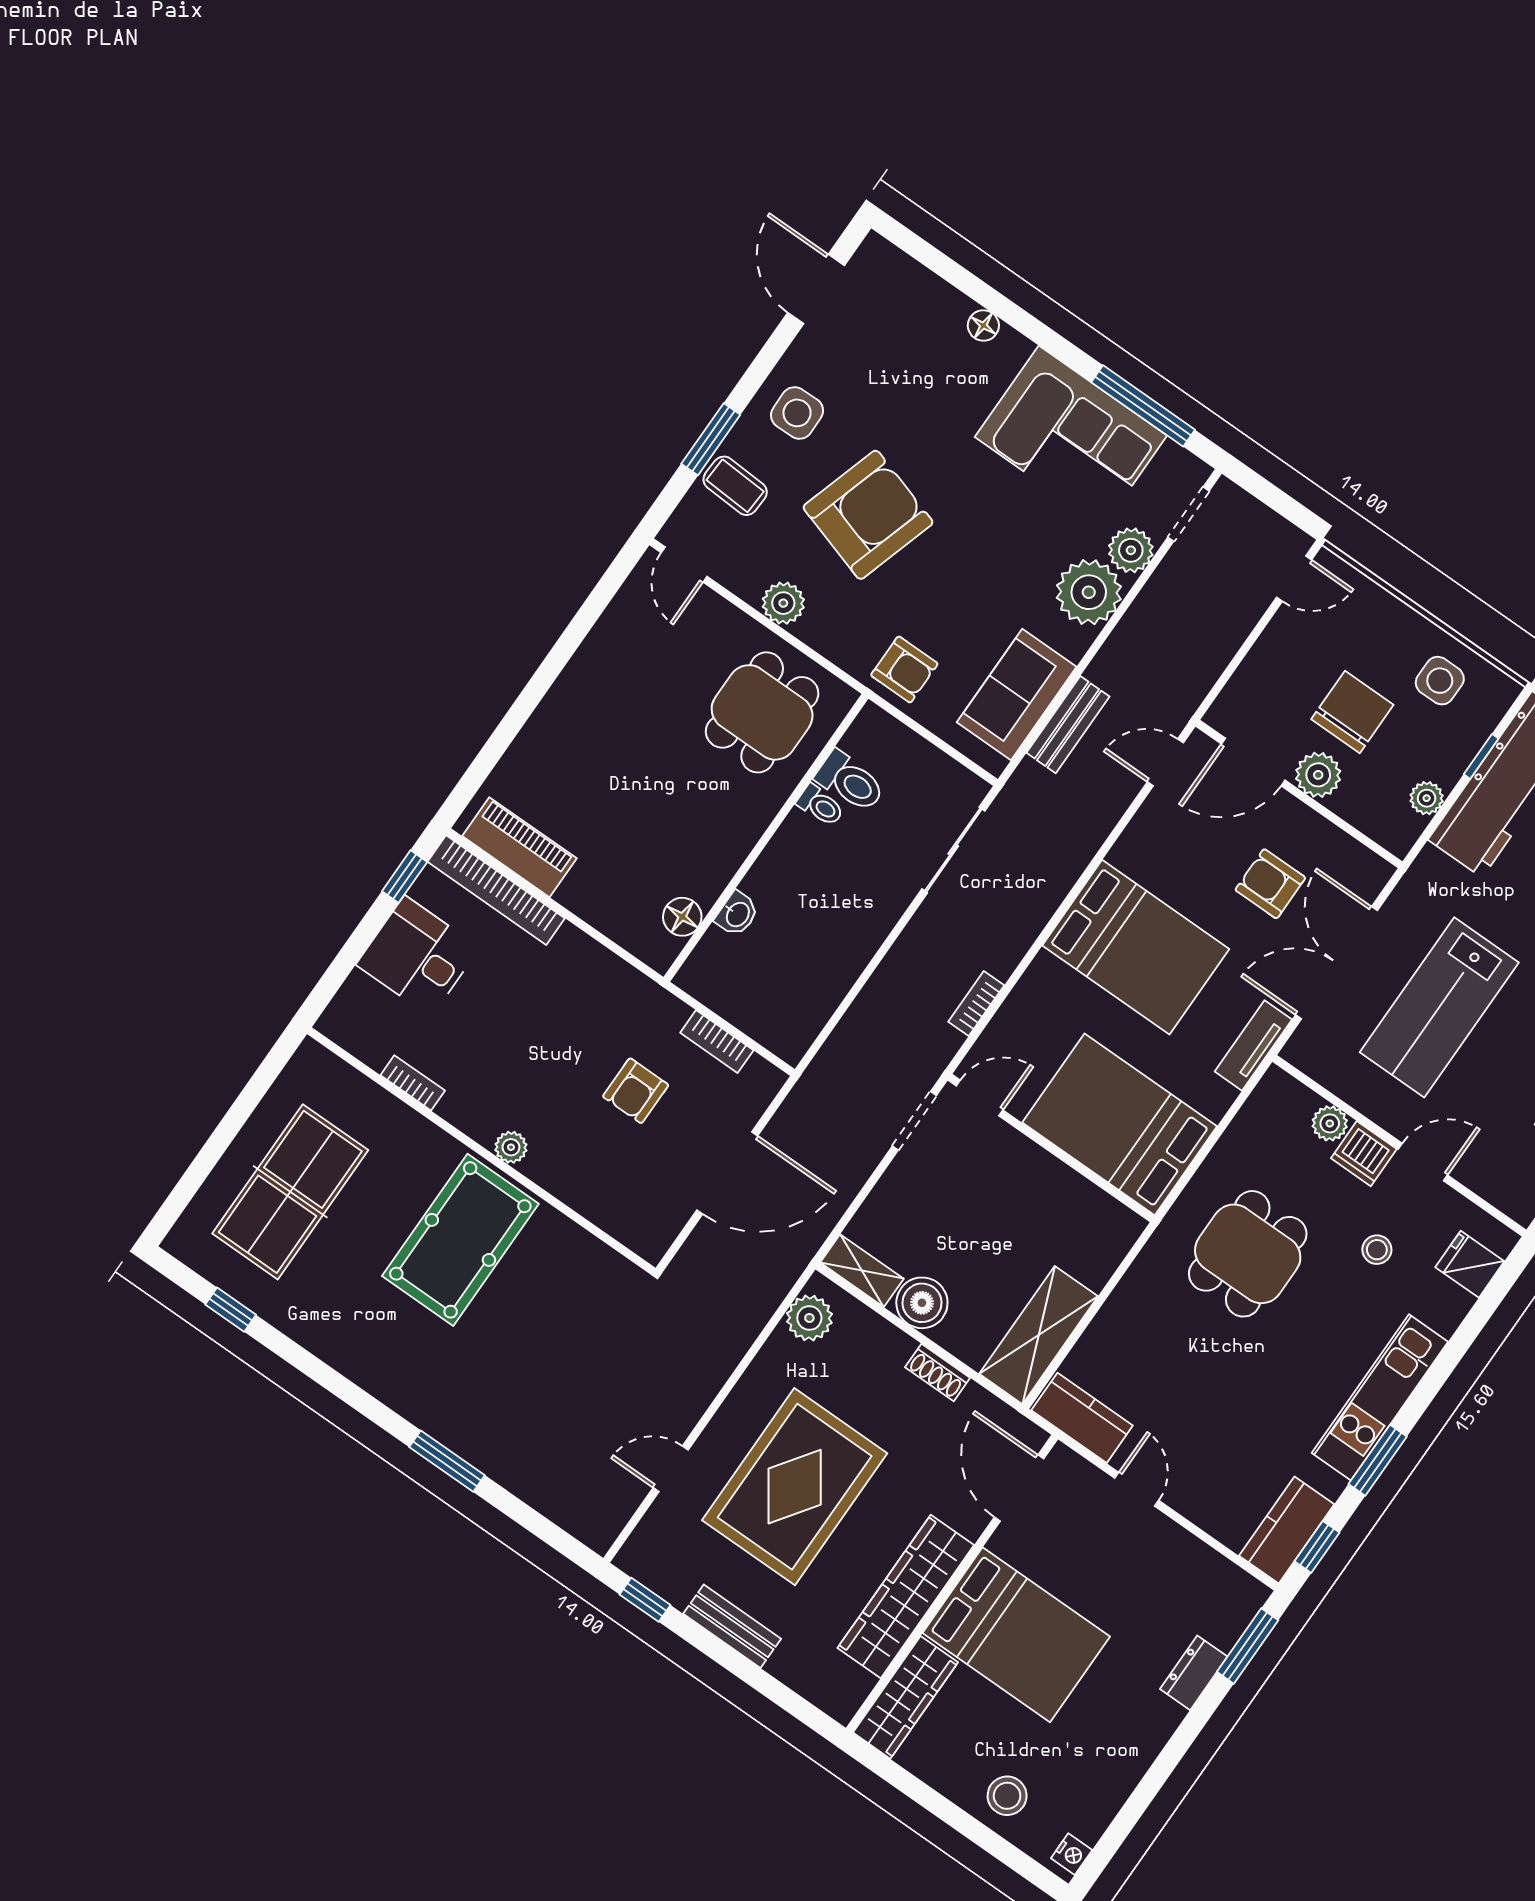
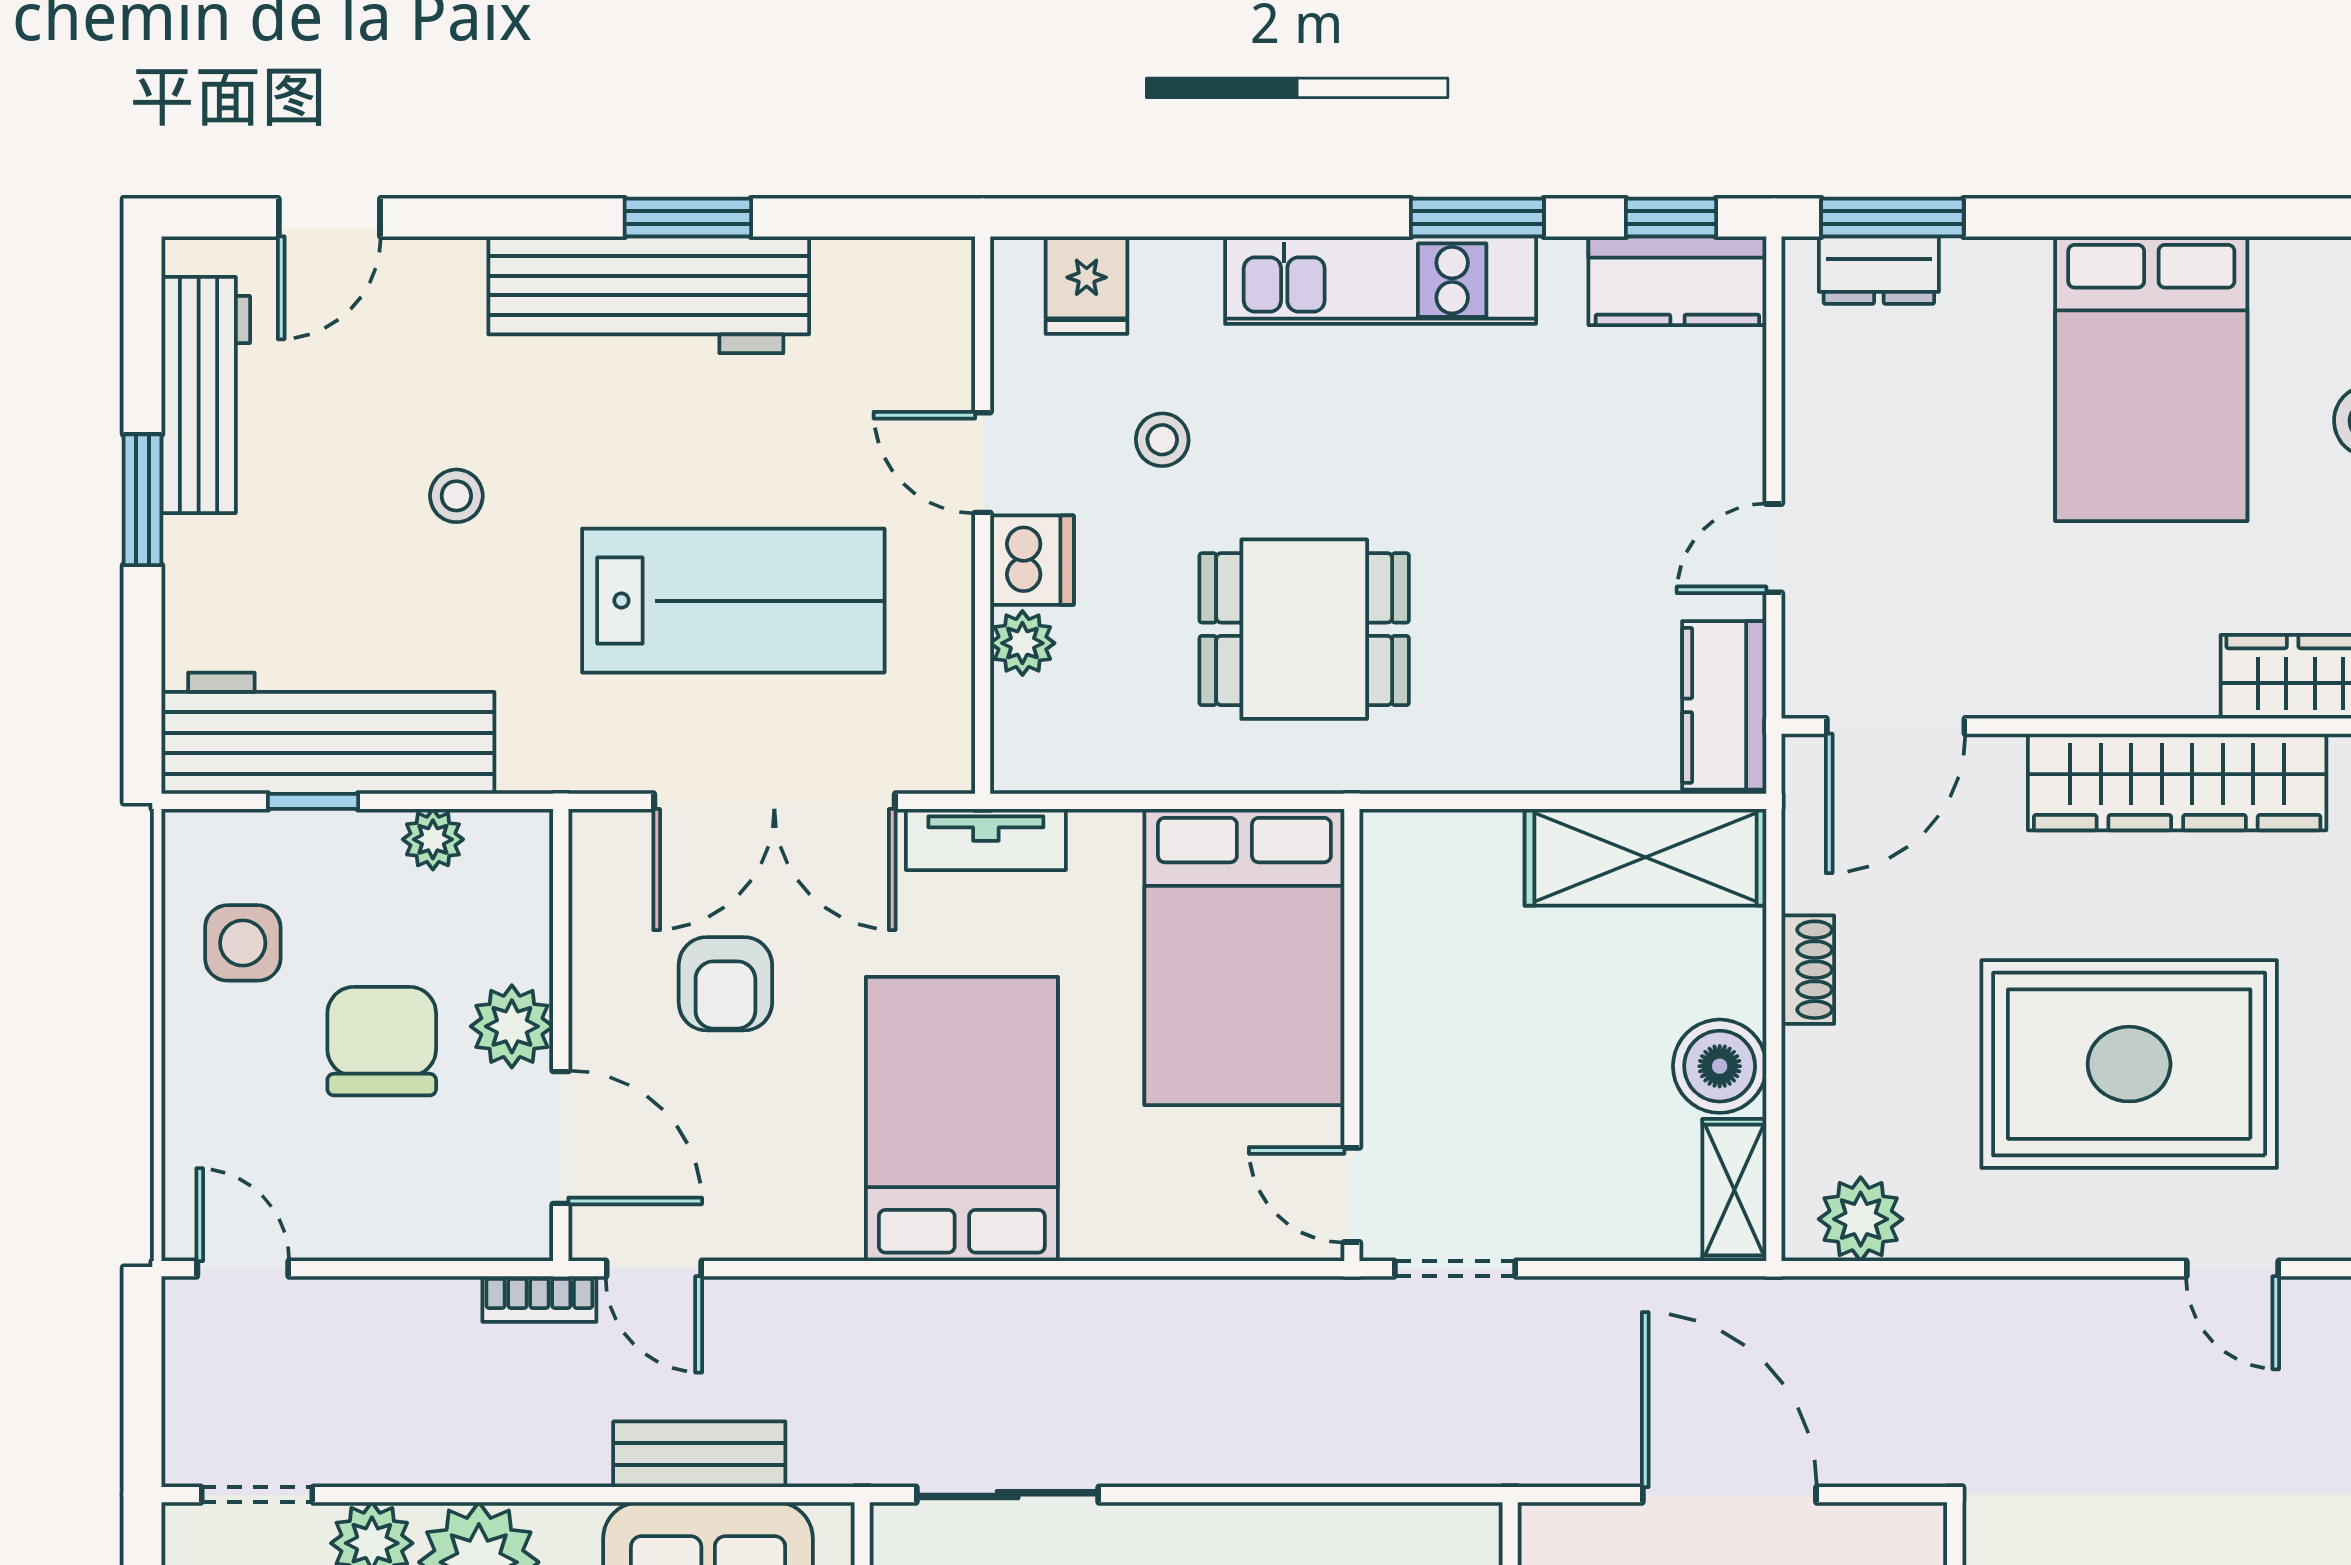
chair: (1352, 712) -> (382, 1041), turned 90
bookcase: (976, 1004) -> (539, 1299), moved
bed: (1016, 1635) -> (2151, 379), moved, turned 180
dresser: (1194, 1673) -> (1879, 270), moved

